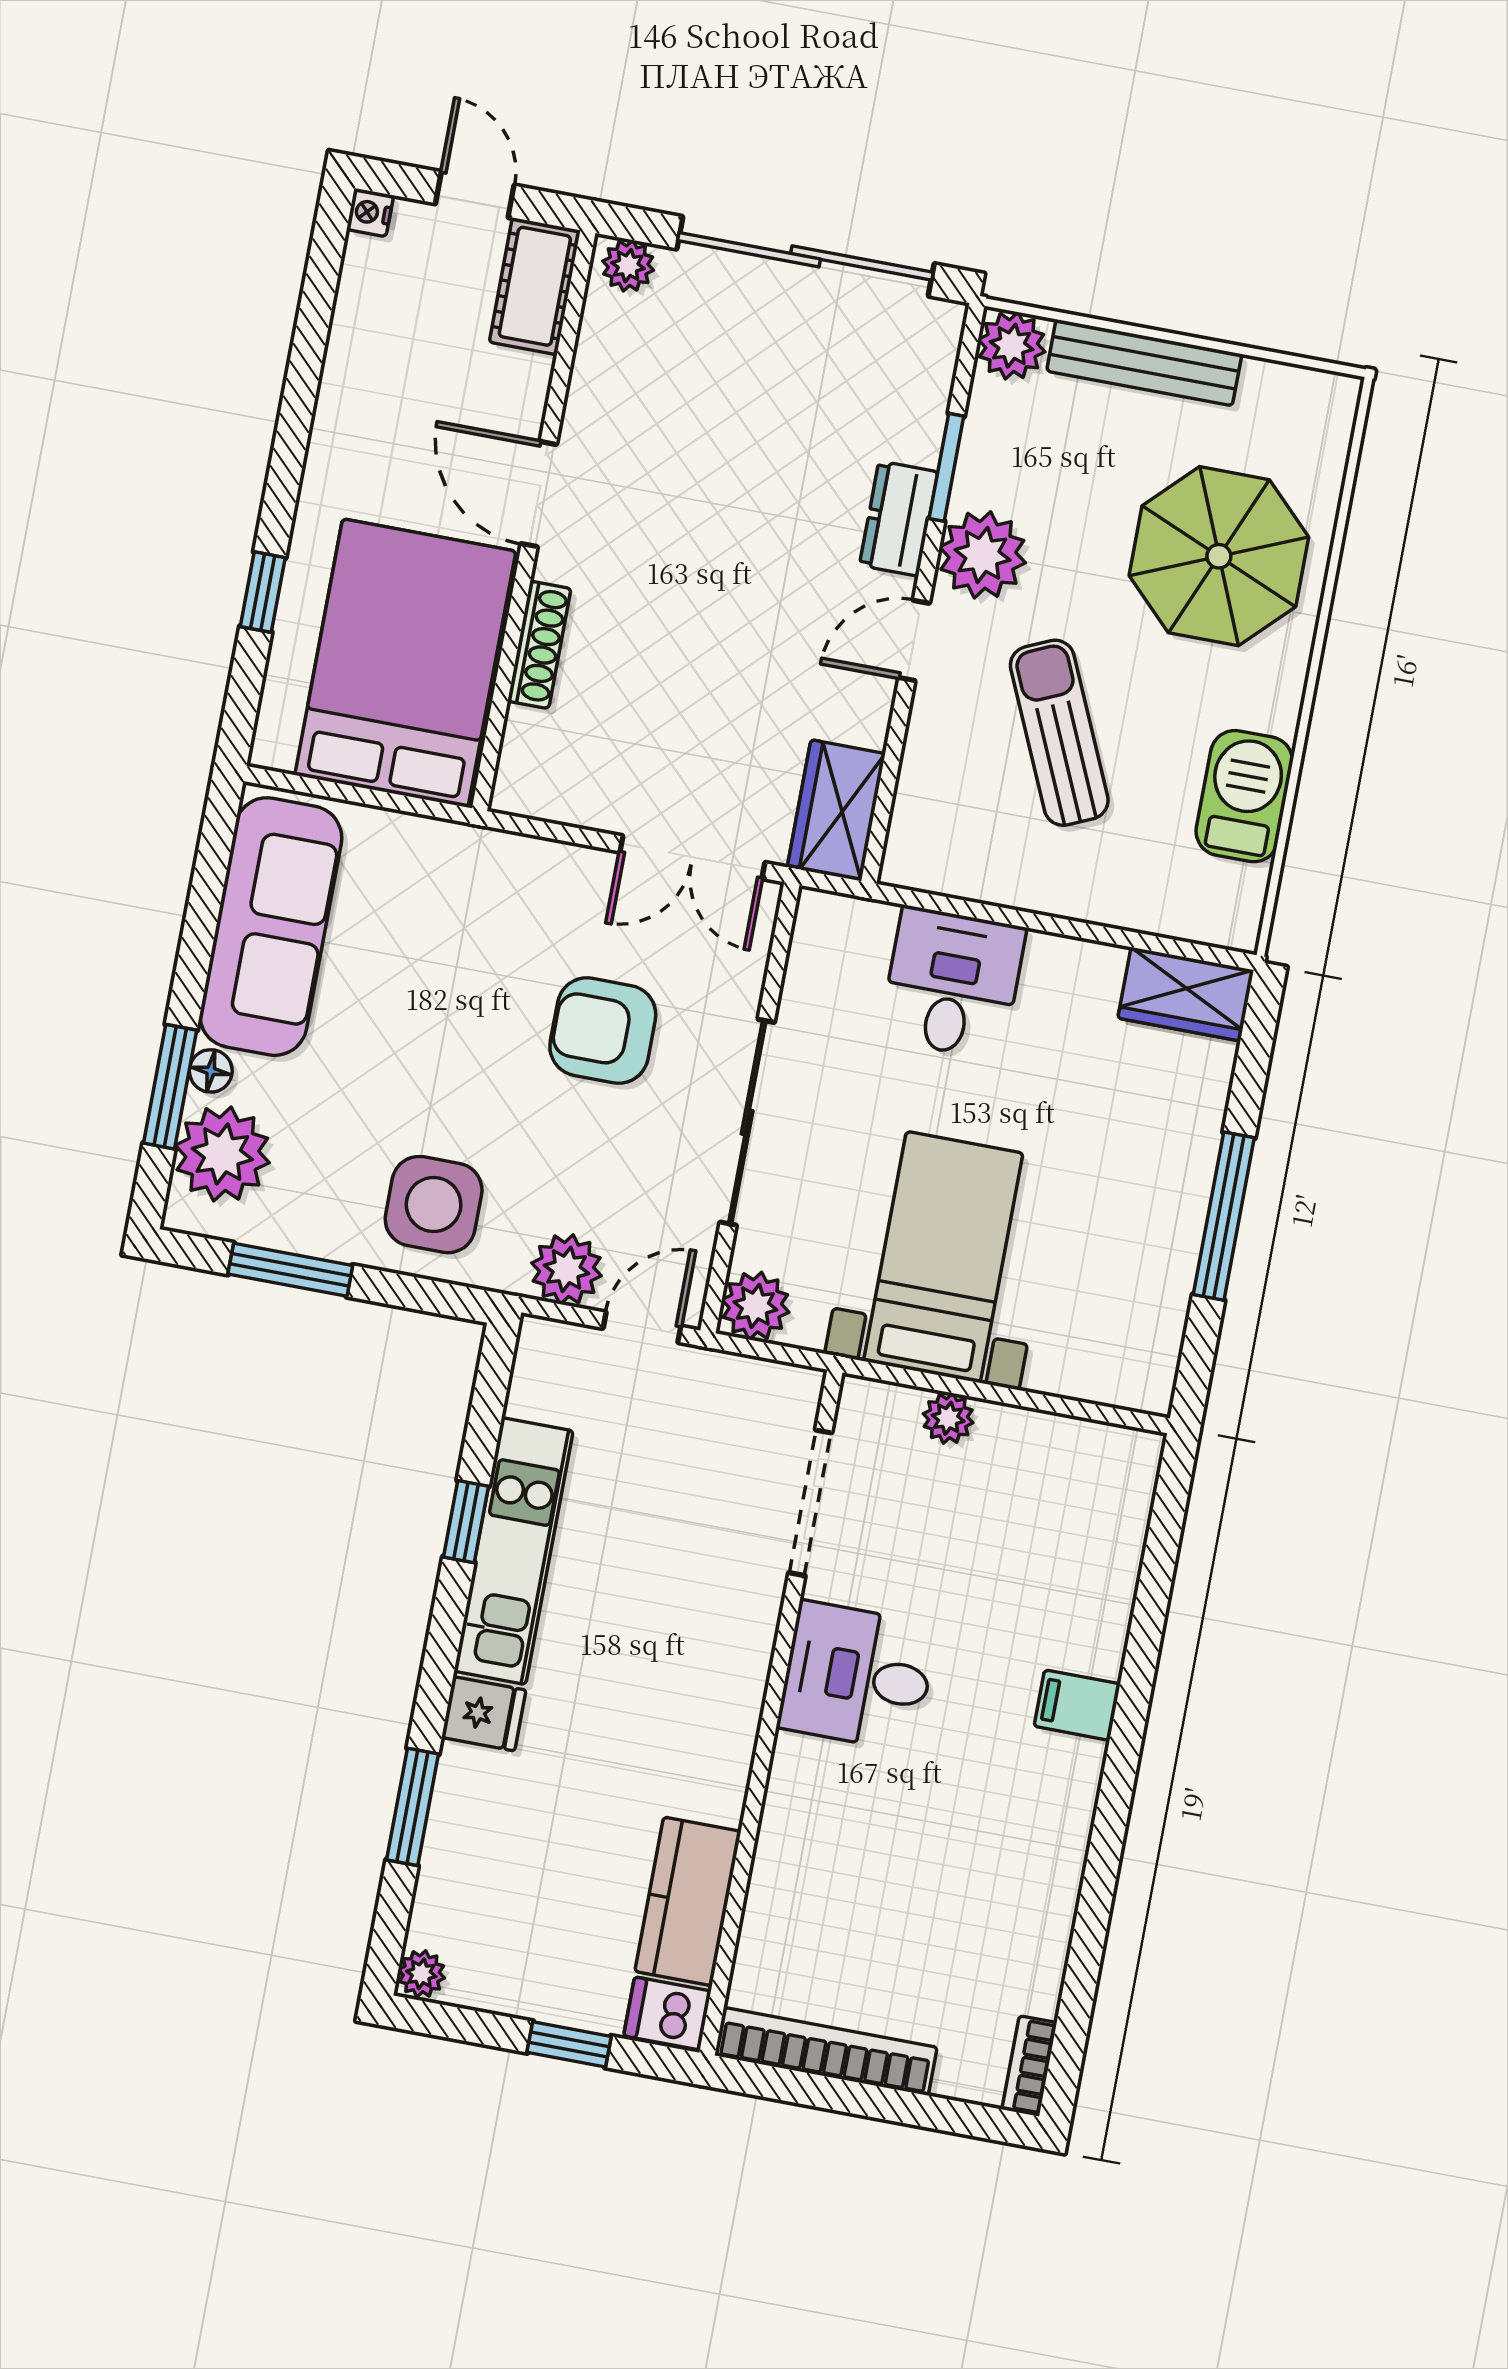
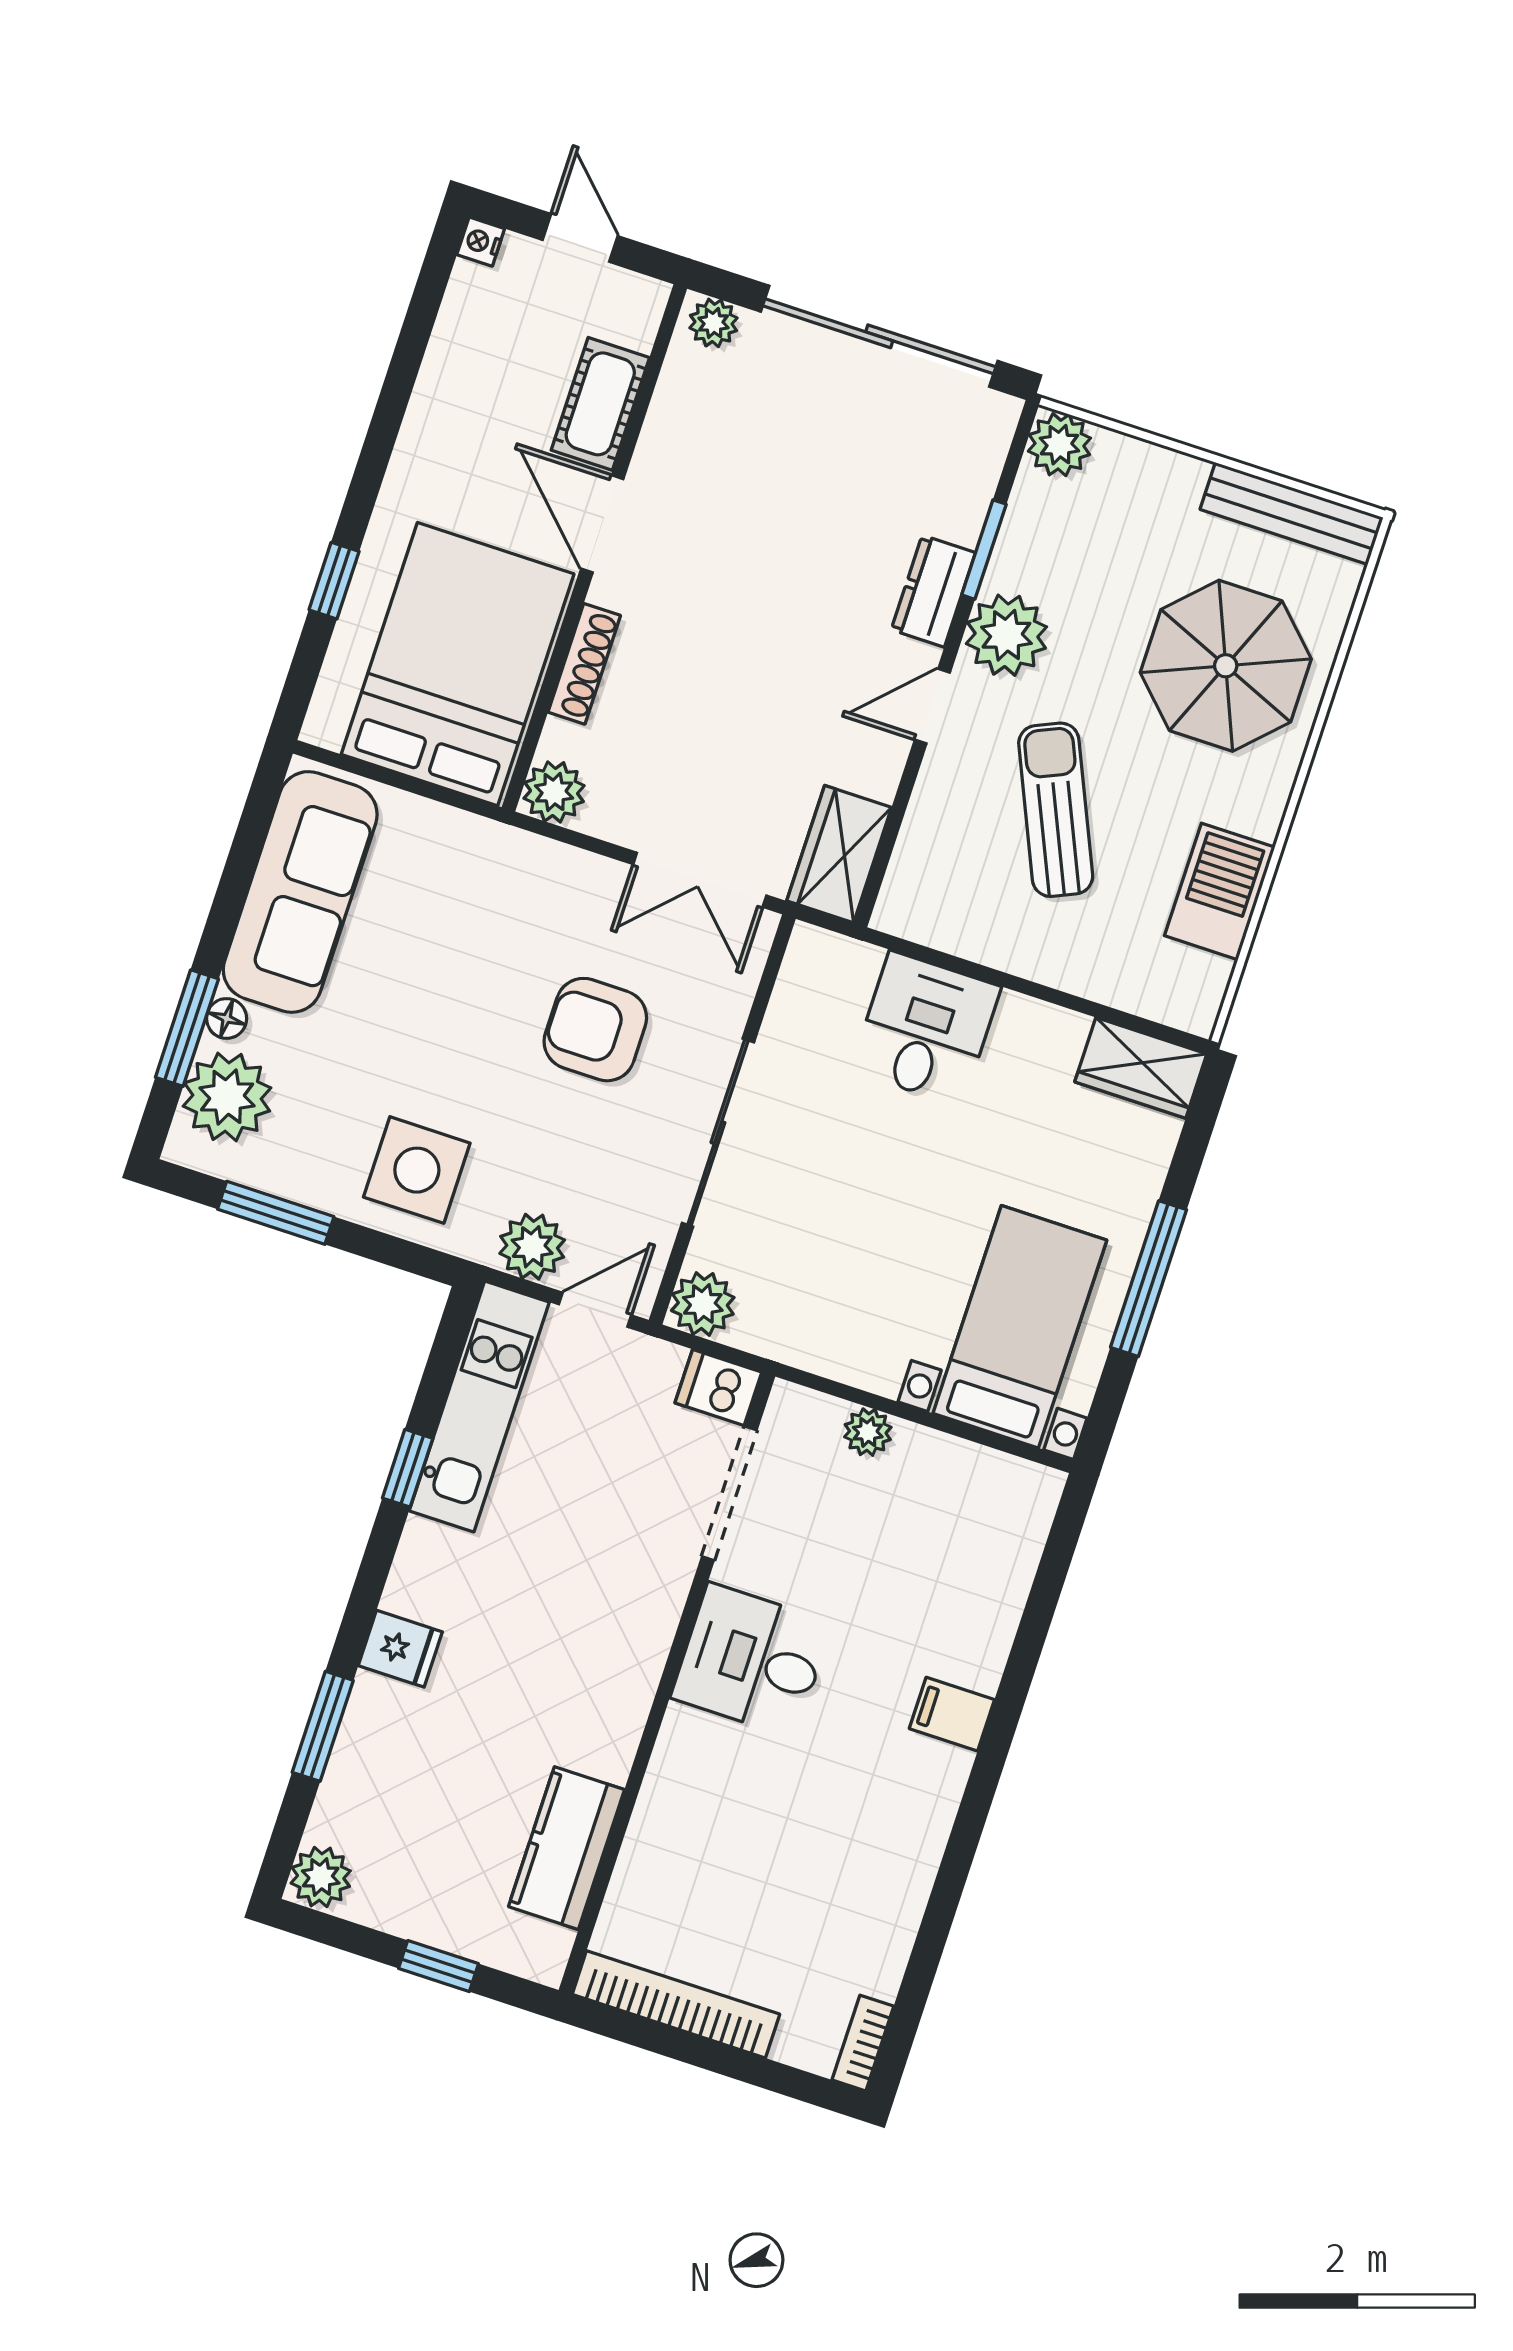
cot: (535, 286) -> (600, 404), moved
bench: (1144, 363) -> (1292, 513), moved
plant: (526, 785) -> (554, 792), added
bed with nightstands: (943, 1257) -> (1020, 1327), moved
kitchen unit: (513, 1551) -> (479, 1407), moved
plant: (421, 1974) -> (321, 1877), width x1.38, depth x1.38
dishwasher: (667, 2013) -> (718, 1387), moved

